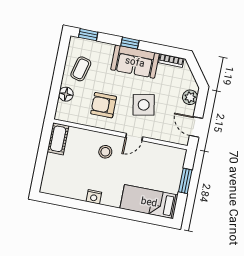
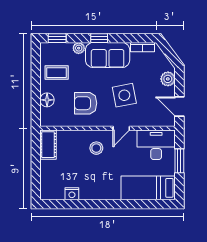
plant: (108, 49) -> (79, 48), added
coffee table: (81, 69) -> (57, 73), turned 76
desk: (165, 160) -> (156, 145), added
nightstand: (94, 197) -> (72, 194), moved

